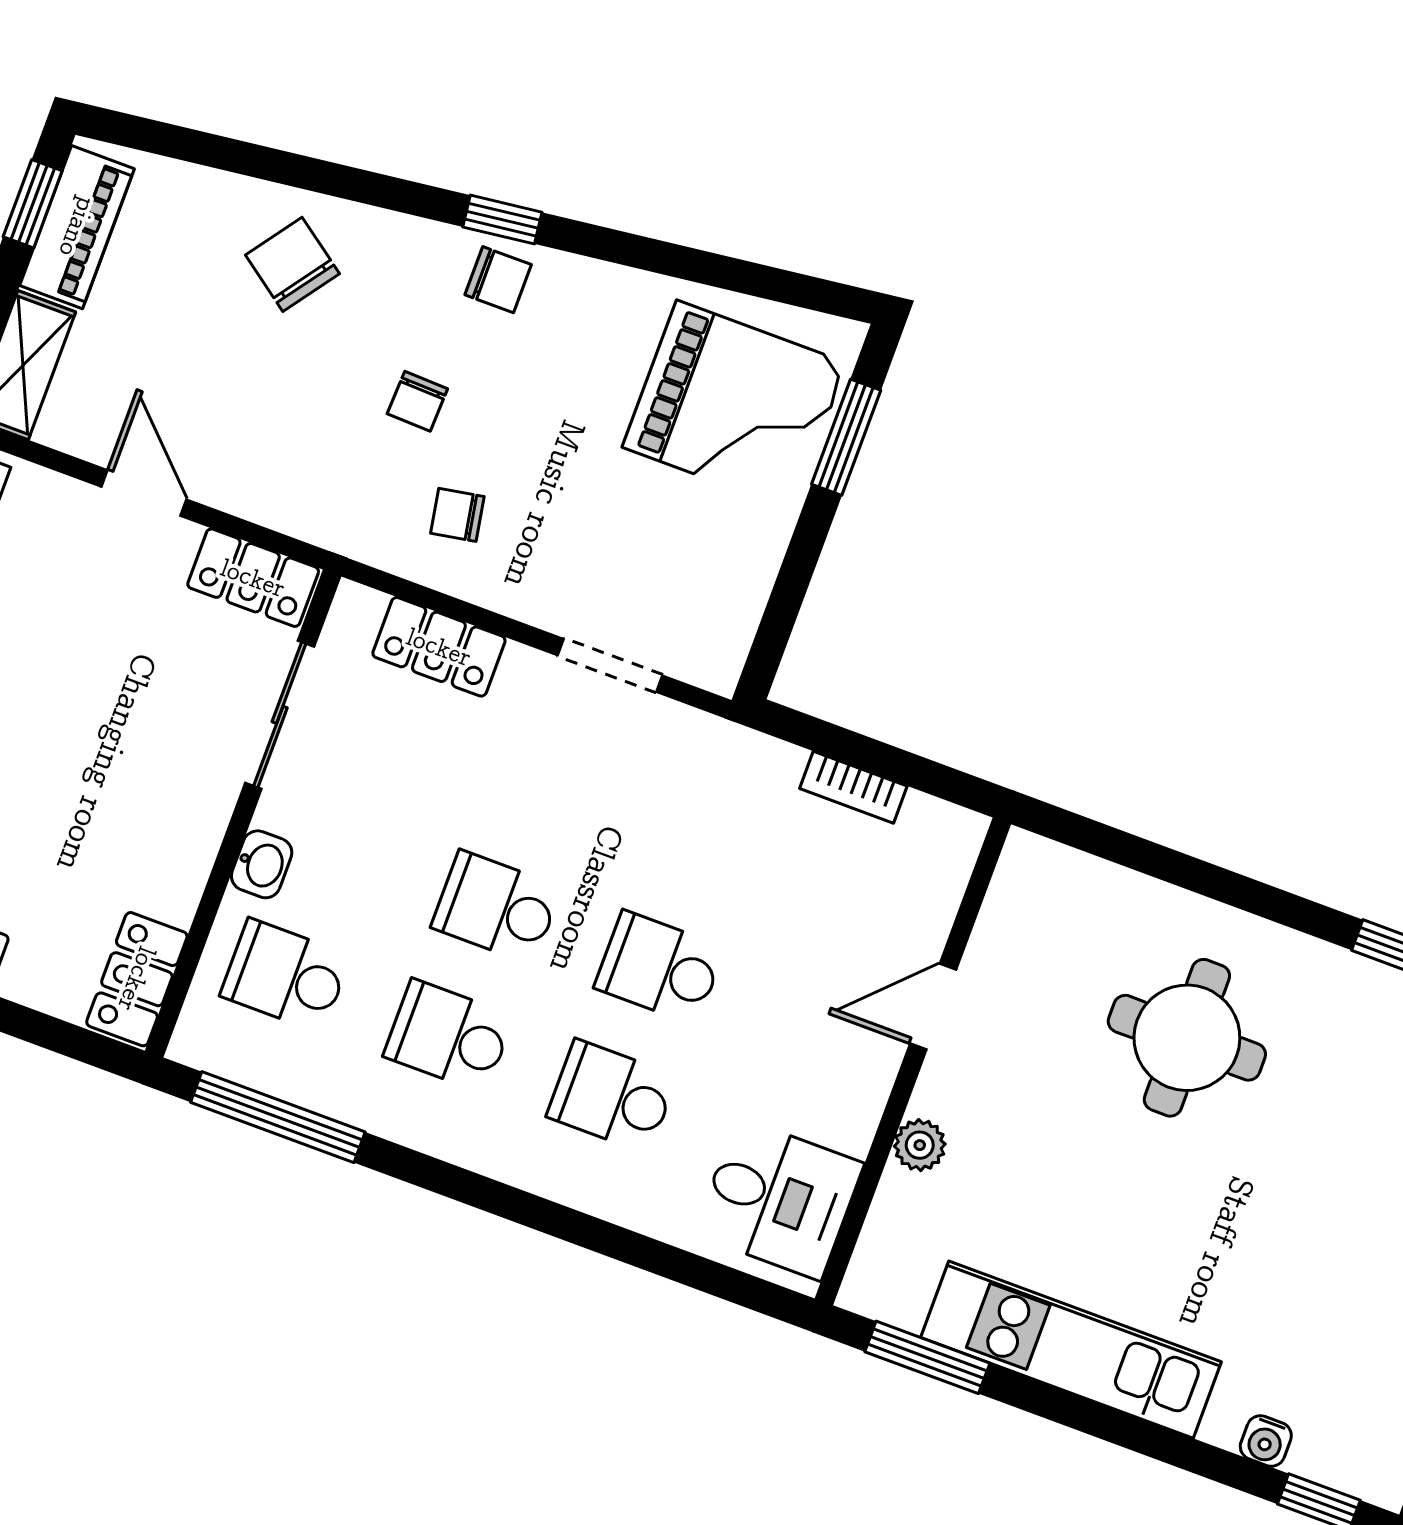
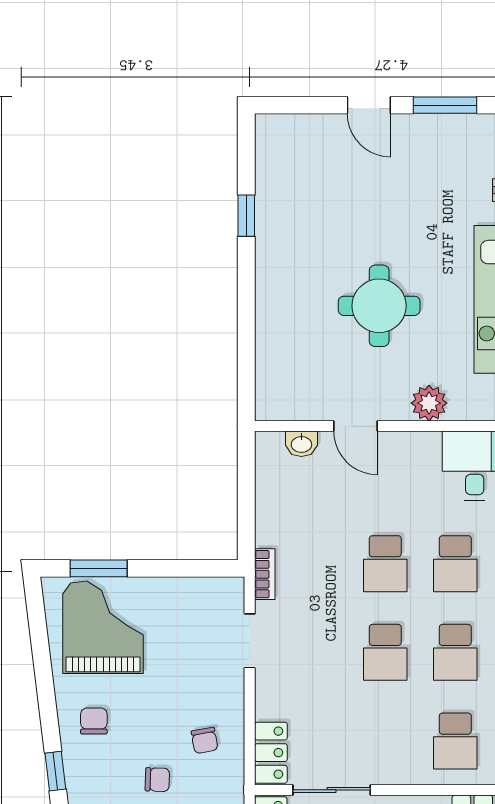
chair: (498, 280) -> (94, 721), moved
locker: (439, 647) -> (271, 753), moved
bookcase: (853, 787) -> (265, 574), moved
washbasin: (262, 864) -> (301, 444), moved, turned 180
round table: (1187, 1038) -> (379, 306), moved
plant: (920, 1145) -> (429, 403), width x1.38, depth x1.38

